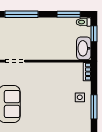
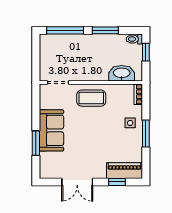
window: (69, 14) -> (105, 30), moved
washbasin: (84, 48) -> (122, 73), moved, turned 90
coffee table: (45, 75) -> (91, 98), added

